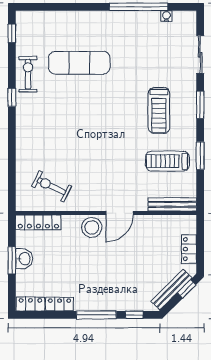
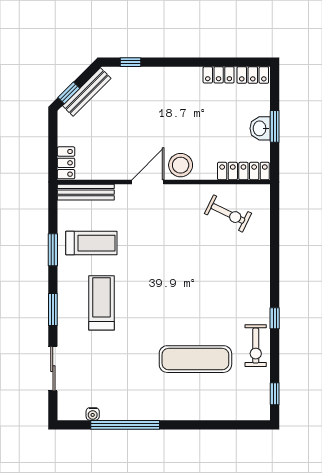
locker: (189, 249) -> (66, 163), moved
window: (96, 315) -> (175, 62), removed

